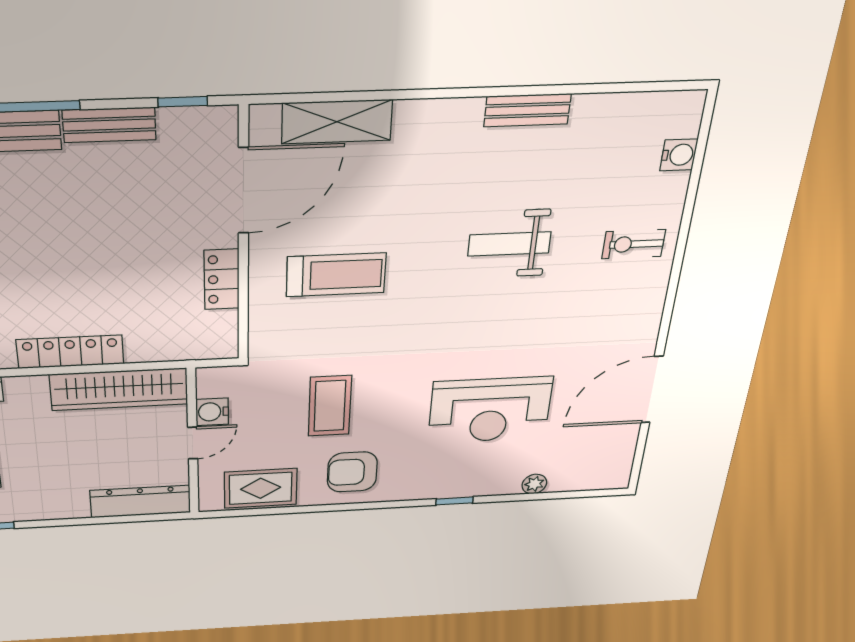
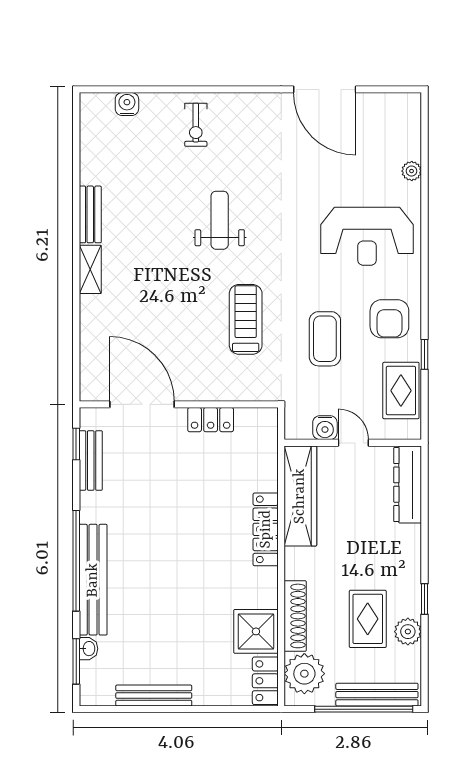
shelving: (337, 122) -> (90, 269), moved, width x0.67, depth x0.75
bench: (109, 125) -> (91, 460), moved
weight bench: (509, 244) -> (220, 220), moved, turned 180
treadmill: (336, 275) -> (246, 319), moved
coffee table: (330, 406) -> (325, 339), turned 90
reception desk: (490, 410) -> (367, 236), moved, turned 90
window: (454, 501) -> (425, 354), moved

